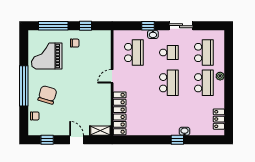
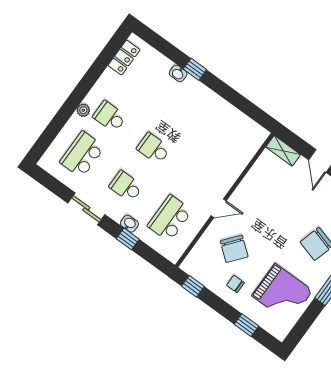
window: (53, 26) -> (246, 325), width x0.46
window: (85, 26) -> (193, 286), moved
chair: (89, 61) -> (234, 249), added
school desk: (169, 83) -> (154, 148), width x0.54
school desk: (204, 83) -> (110, 117), width x0.54
locker: (120, 113) -> (243, 155), removed

